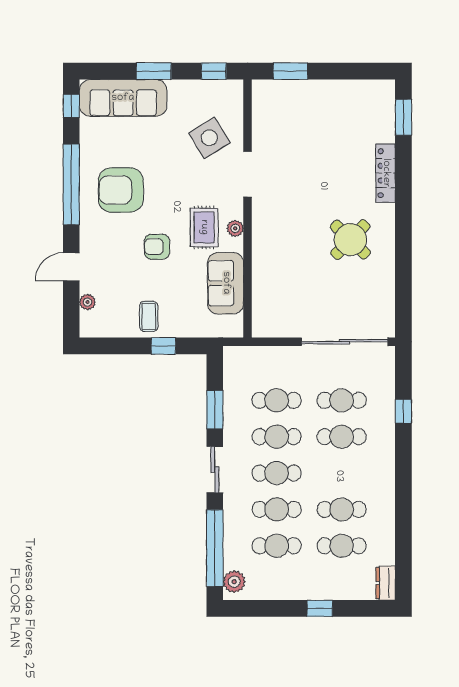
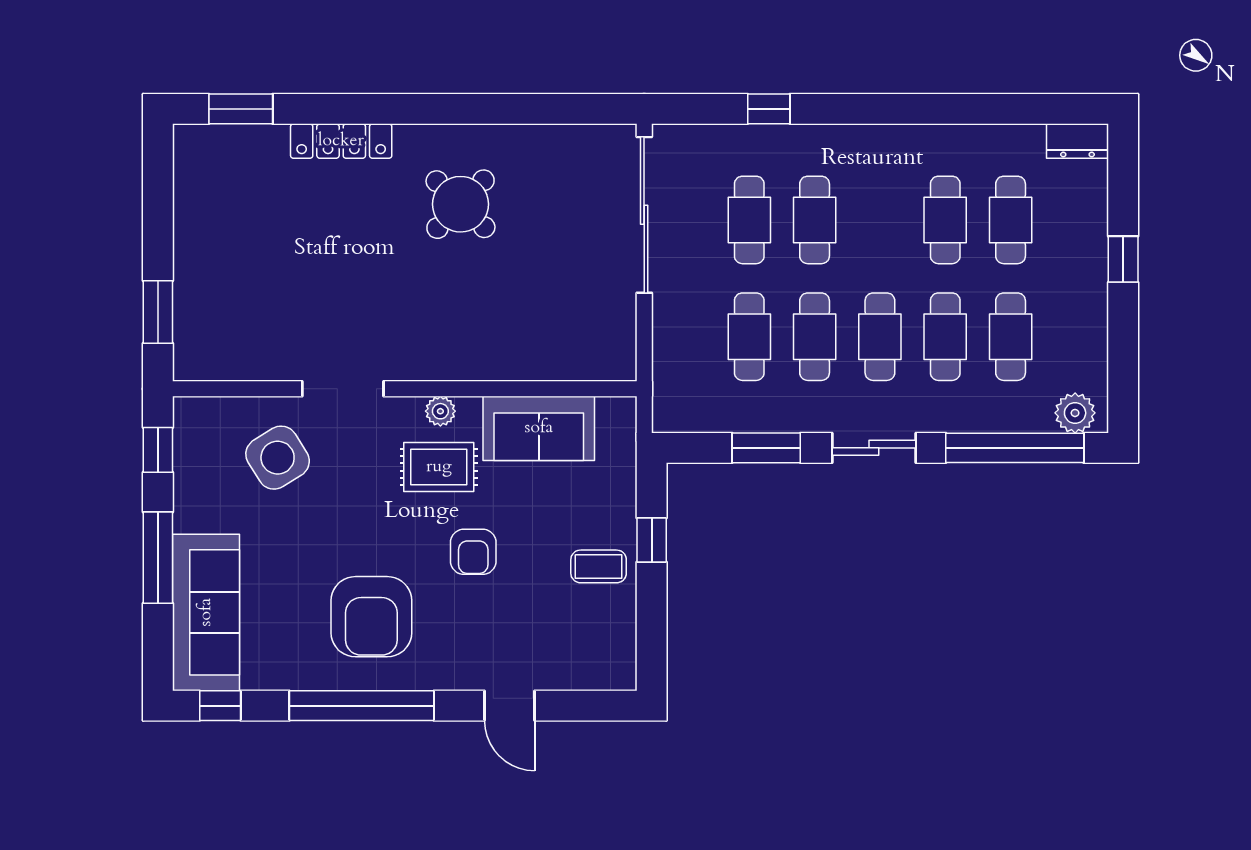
window: (154, 71) -> (158, 558), width x1.44
plant: (87, 302) -> (573, 677), removed

